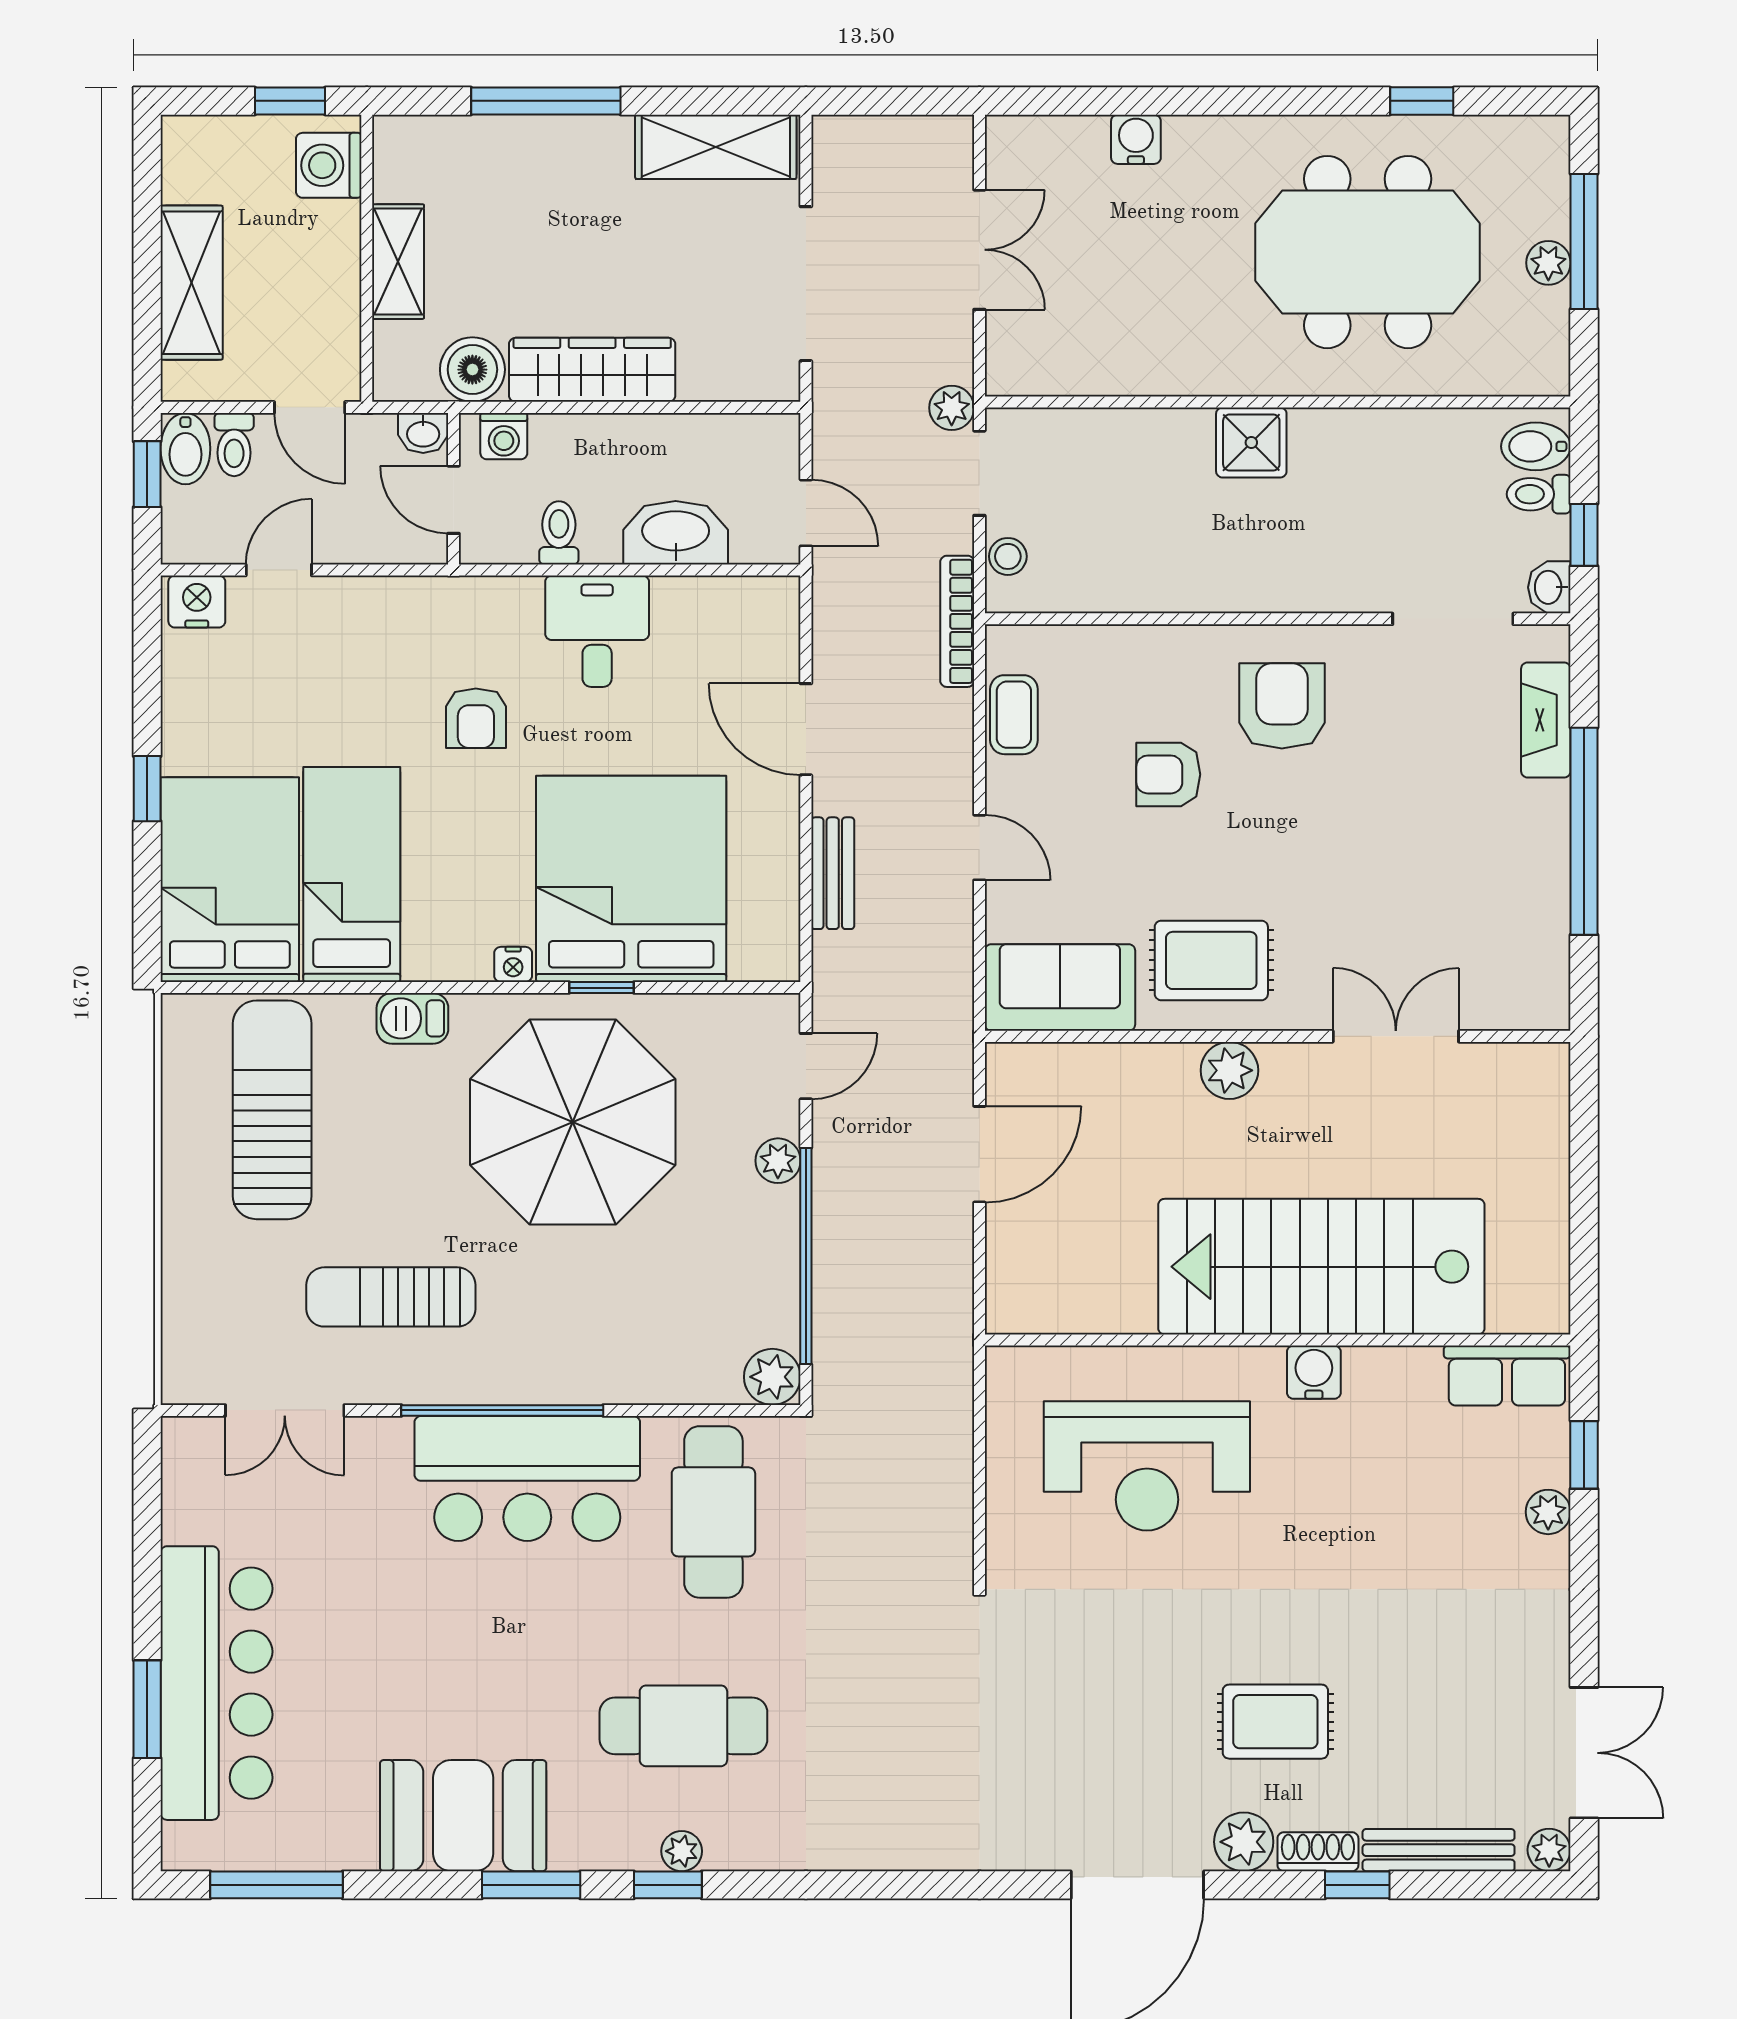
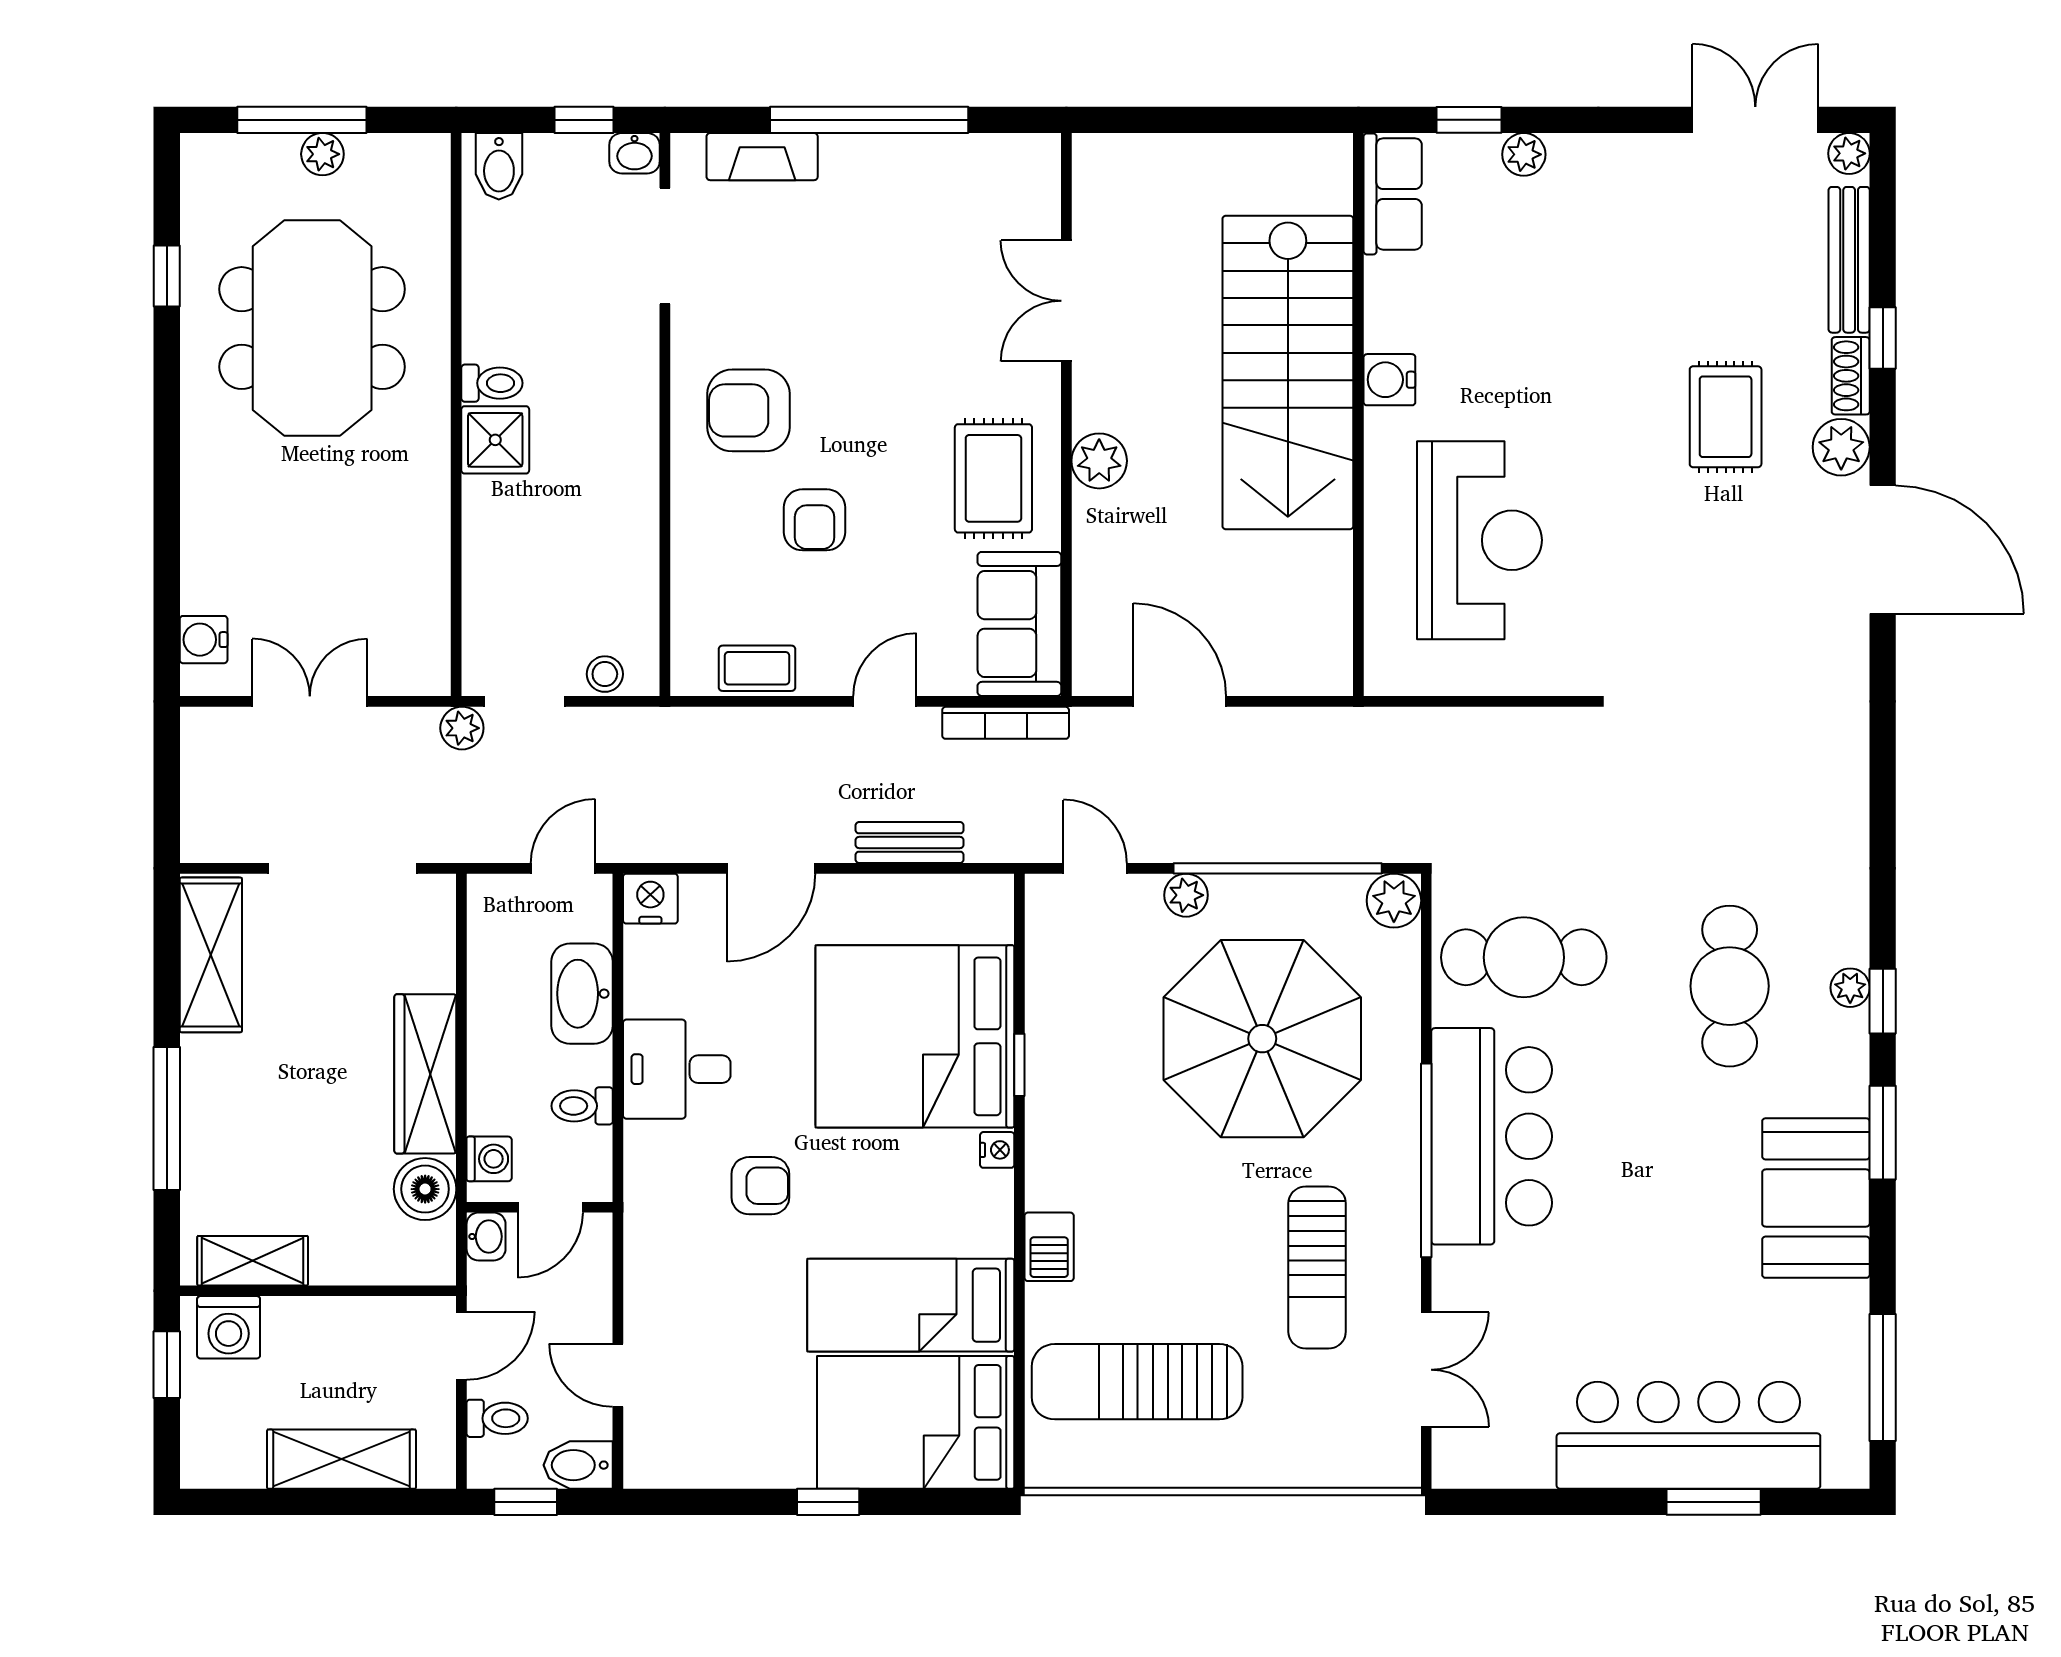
water cooler: (1136, 139) -> (204, 640), moved
shelving: (398, 262) -> (253, 1261), moved
bidet: (185, 449) -> (578, 1465), moved, turned 180
toilet: (1539, 494) -> (492, 383), moved, turned -90
nightstand: (197, 602) -> (650, 899), moved, turned 90
bookcase: (957, 621) -> (1006, 723), moved
parasol: (573, 1122) -> (1262, 1039), moved

